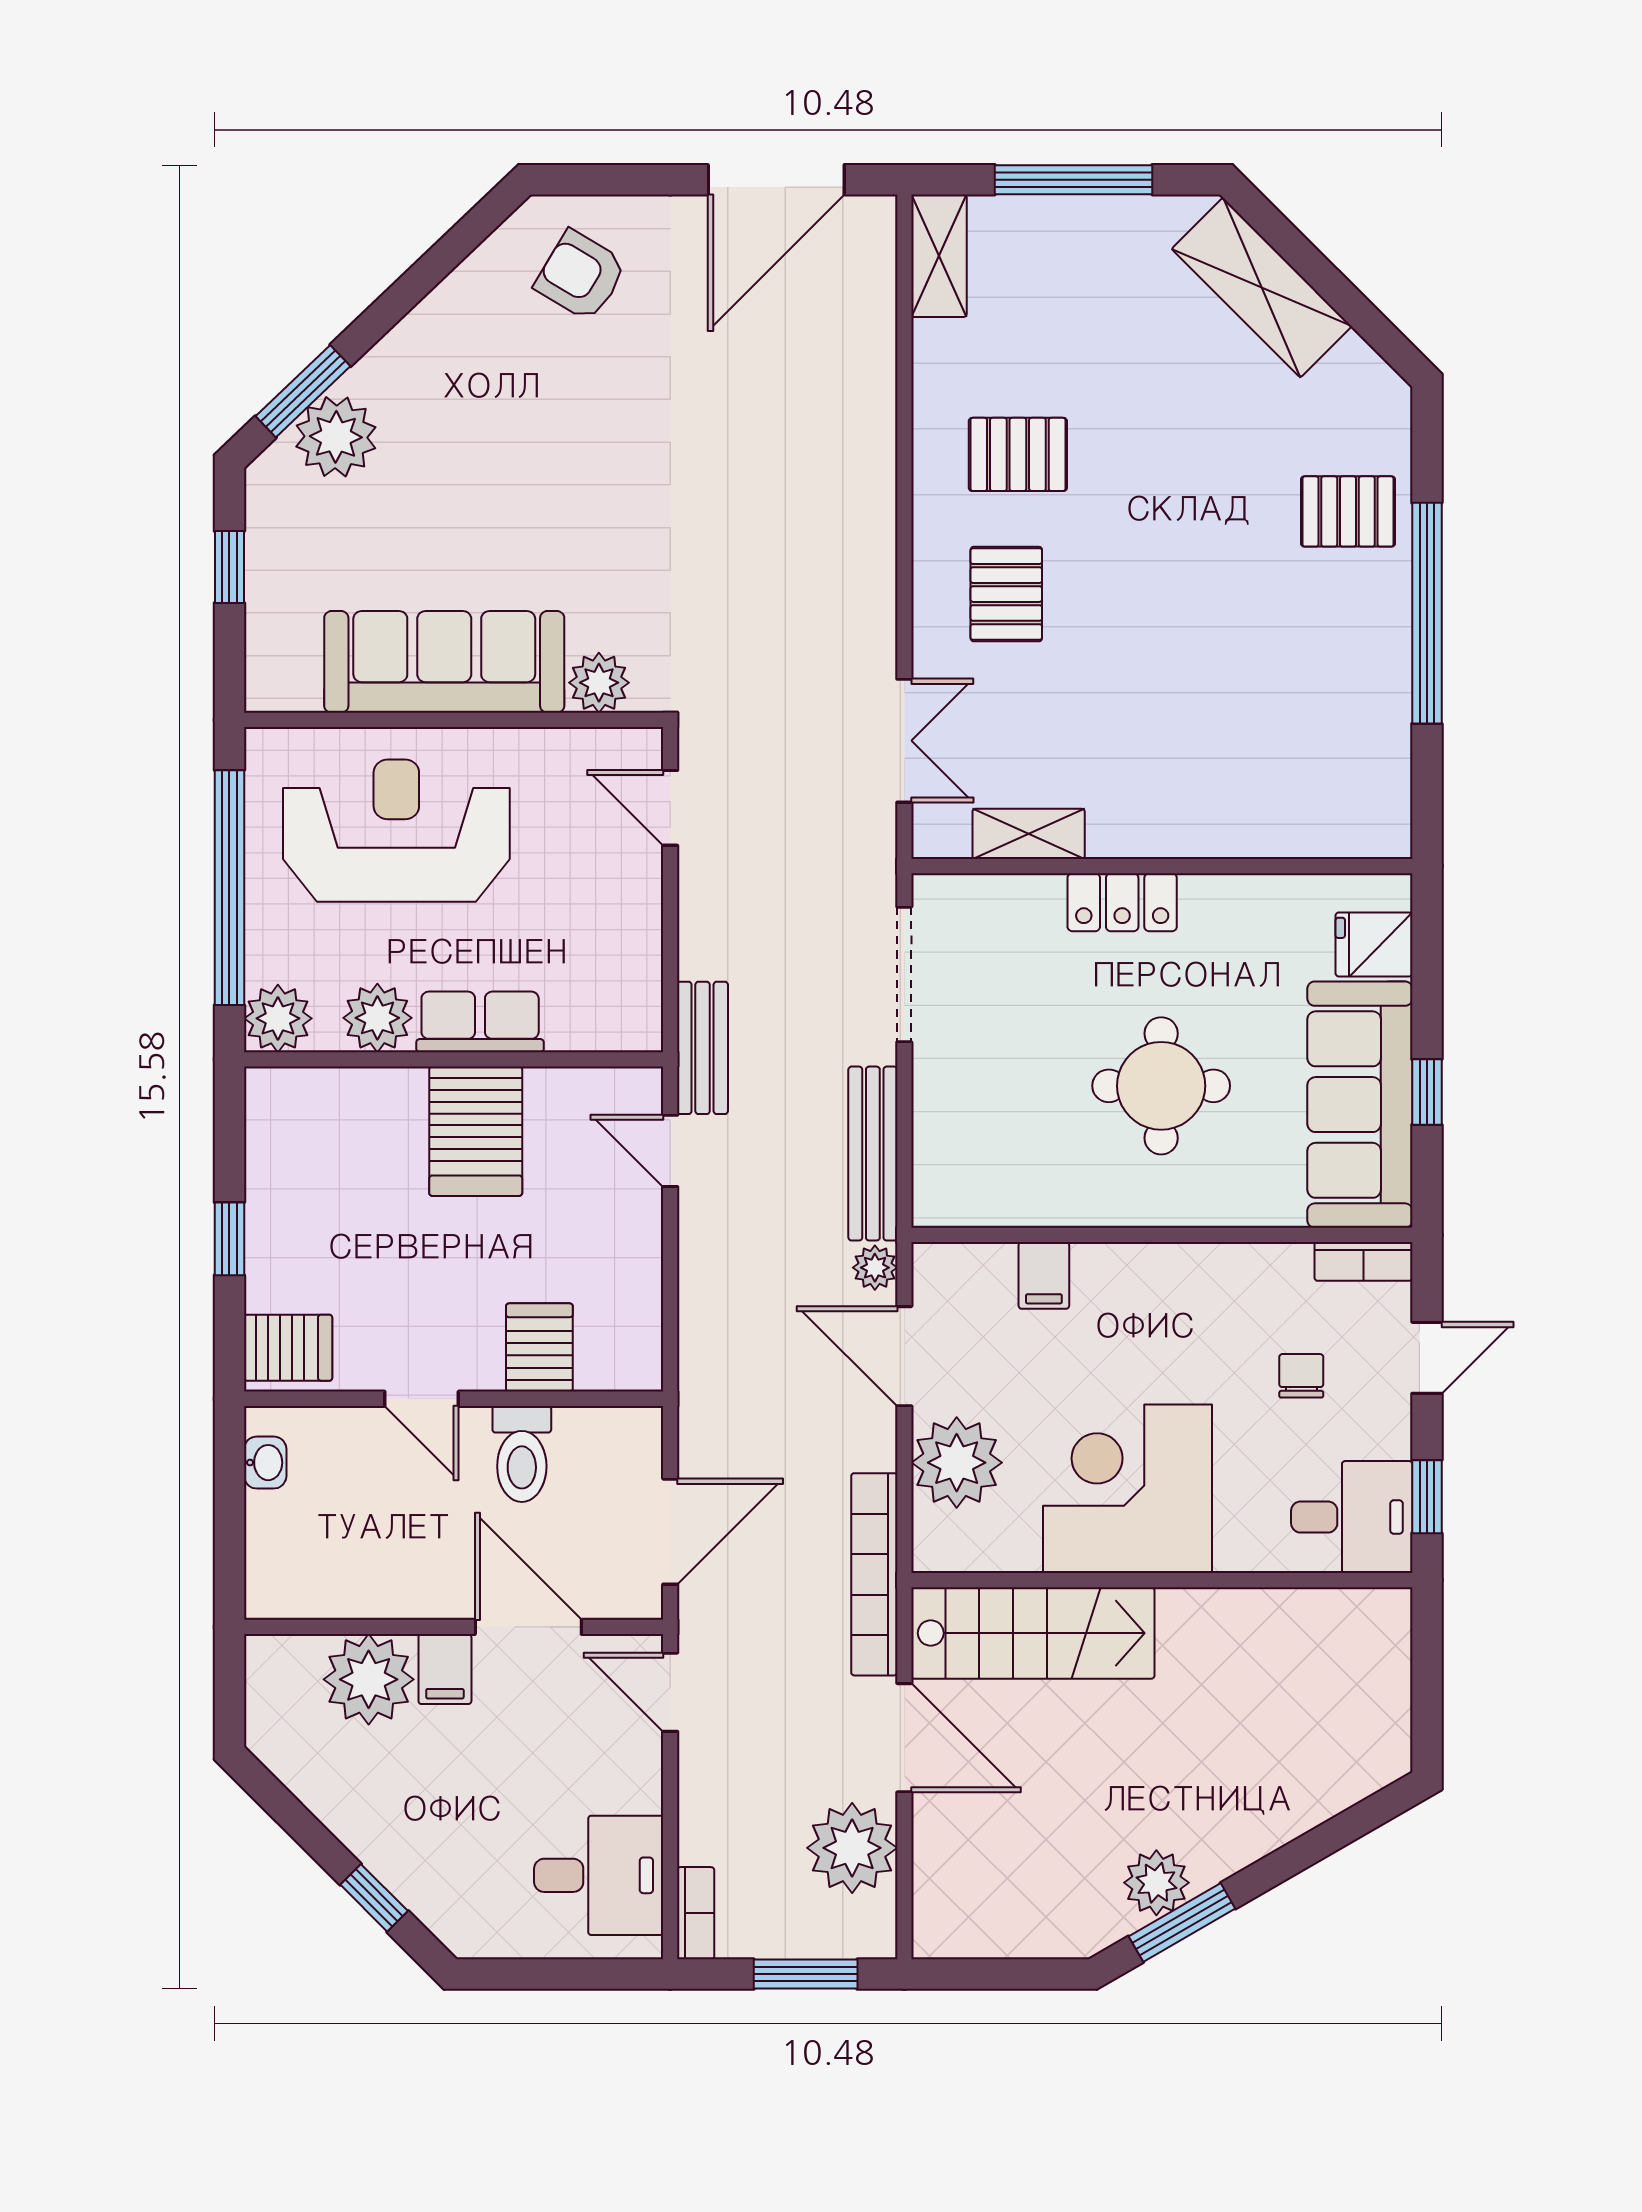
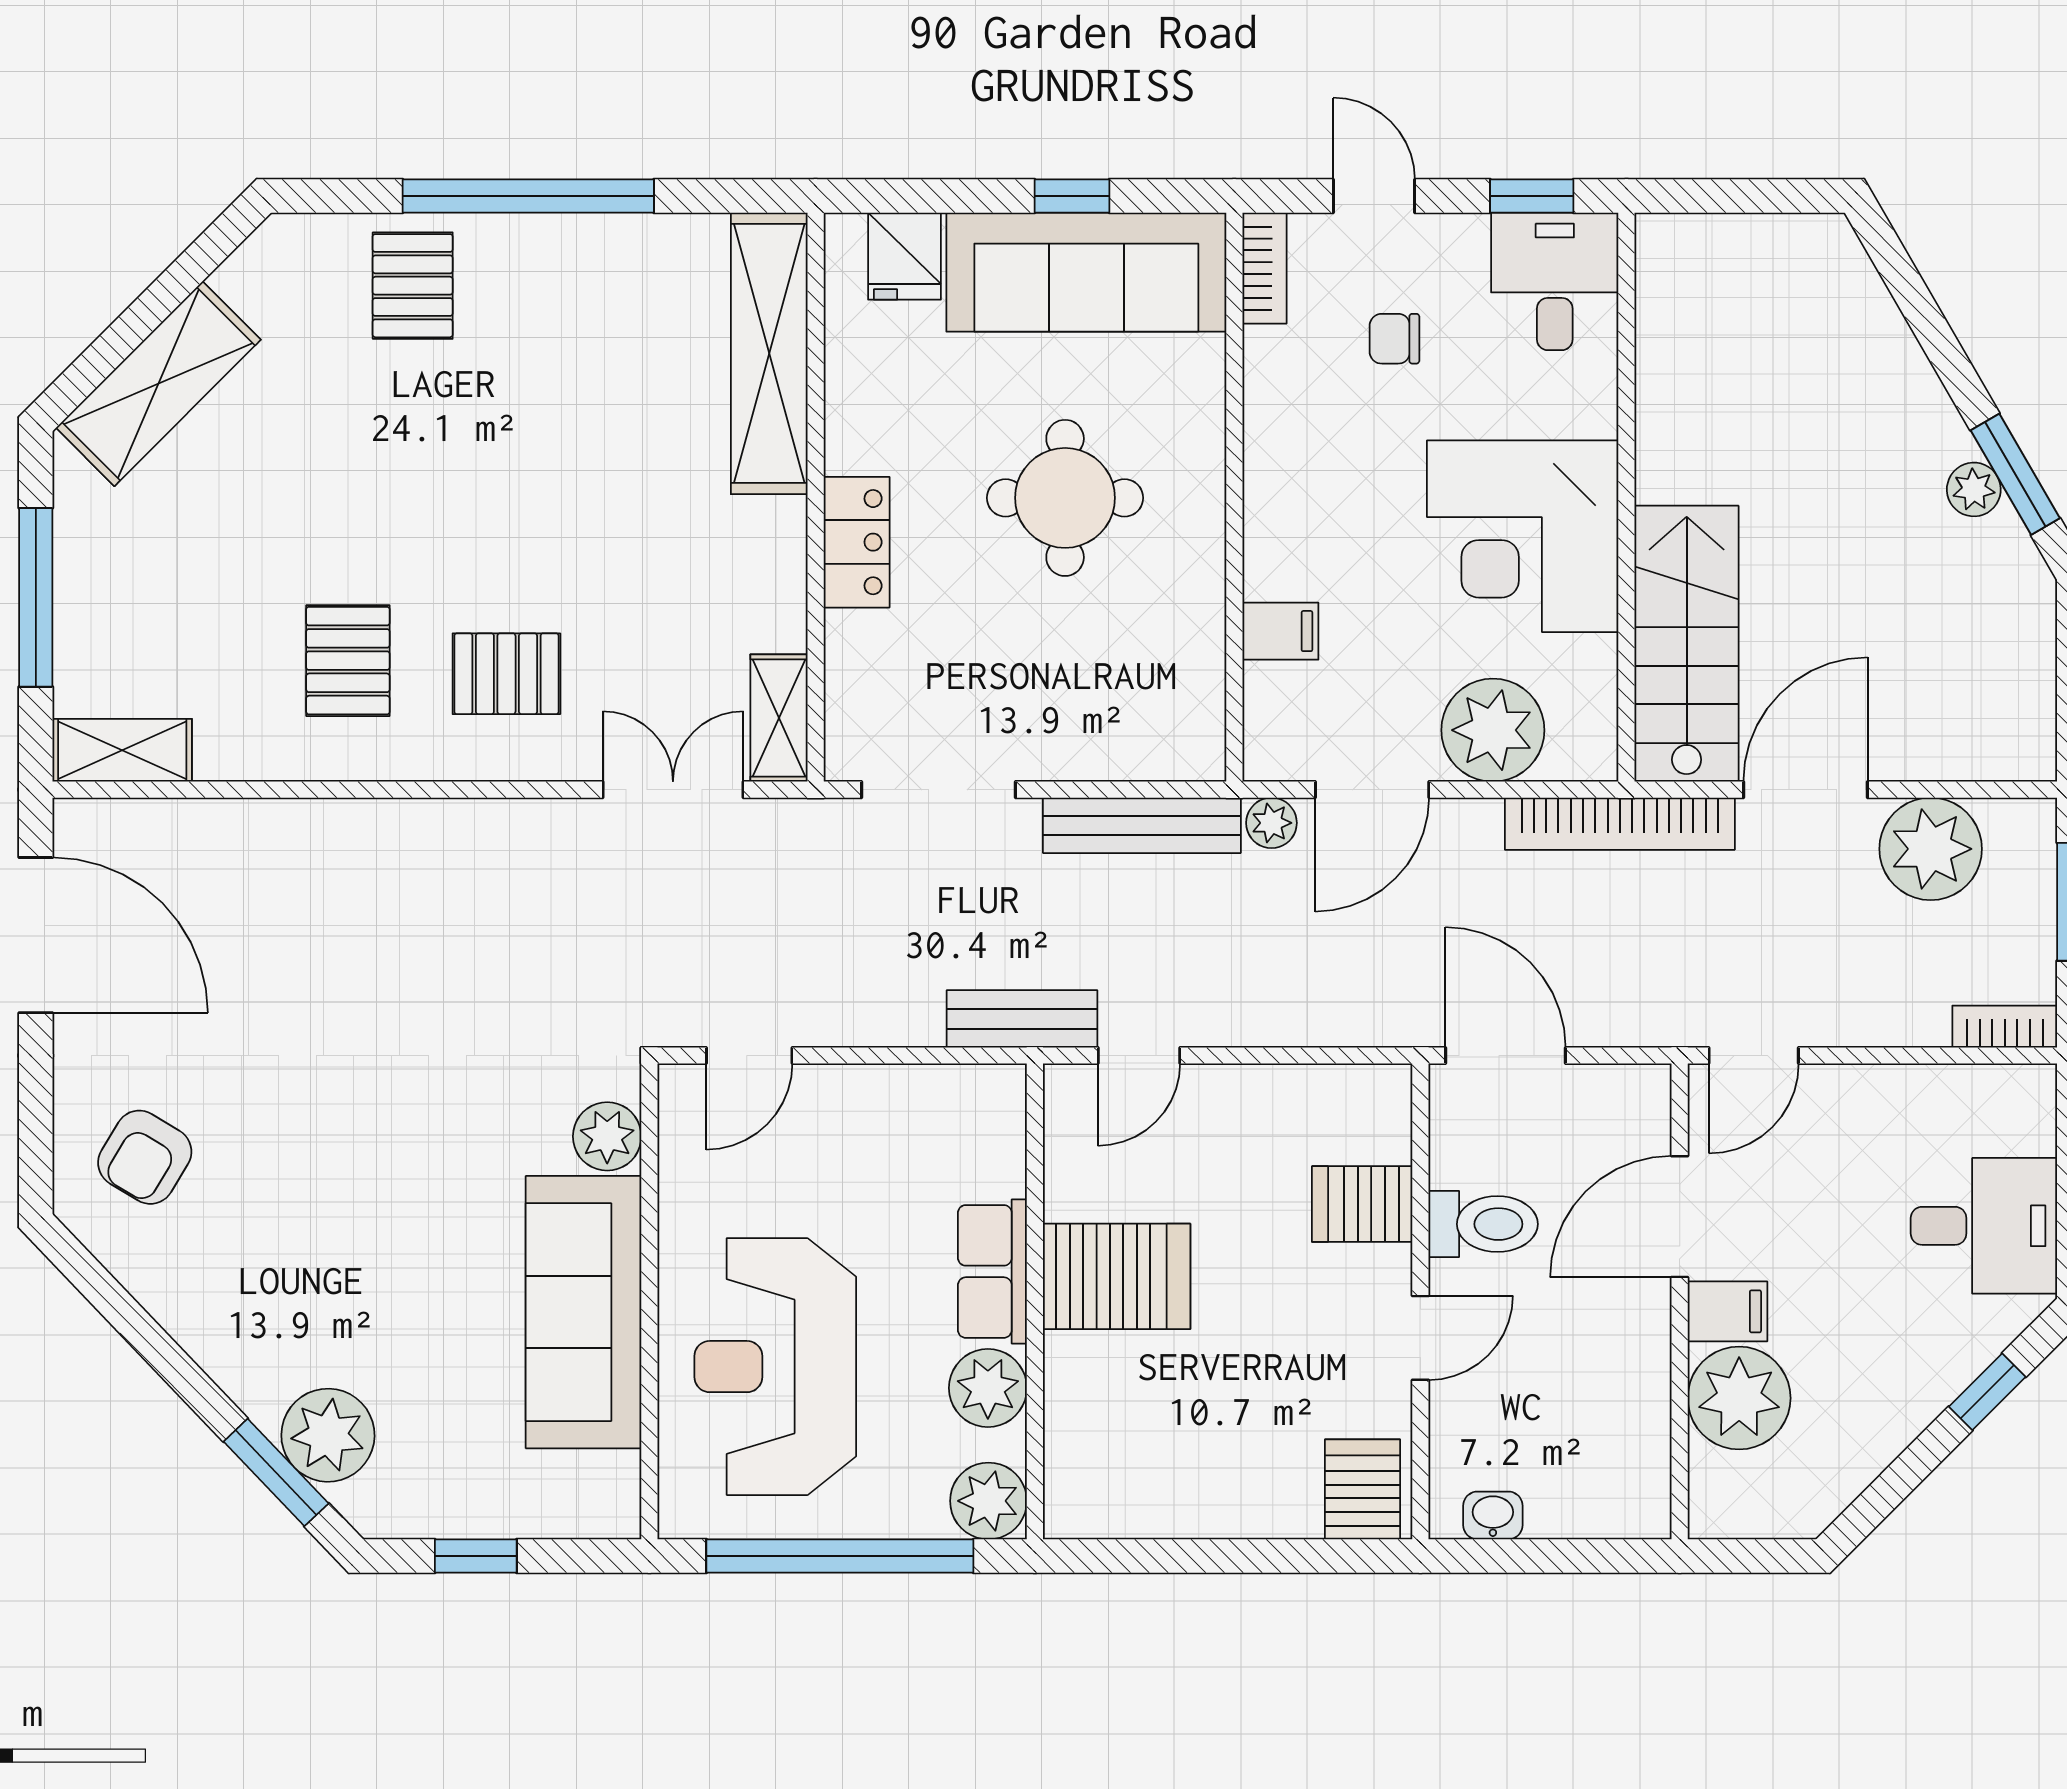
shelving: (1288, 825) -> (769, 353), added
shelving: (1029, 834) -> (779, 718), moved
window: (229, 1239) -> (1239, 1556), removed
door: (670, 1532) -> (1505, 1056), moved
desk: (599, 1875) -> (1984, 1226), moved, turned 90
plant: (1156, 1883) -> (1974, 489), width x0.73, depth x0.73

